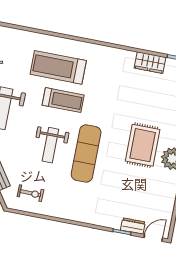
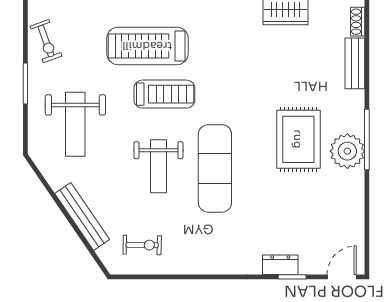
dresser: (133, 226) -> (280, 265), moved

